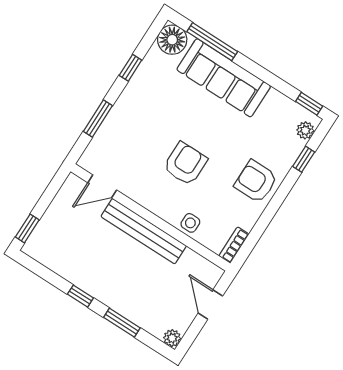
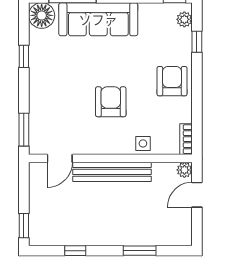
window: (98, 119) -> (24, 130), moved
armchair: (256, 181) -> (172, 81), turned 90
window: (80, 296) -> (75, 251), moved
door: (210, 304) -> (197, 195), hinge flipped
plant: (172, 338) -> (184, 170), moved

